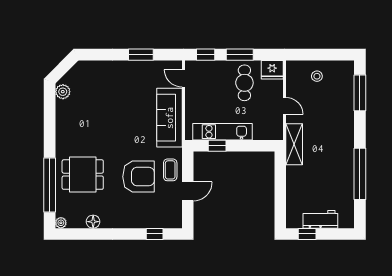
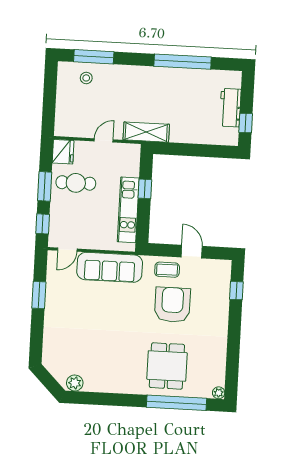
stool: (317, 76) -> (86, 78), moved
window: (217, 146) -> (145, 189), moved
floor lamp: (93, 222) -> (219, 357), removed

